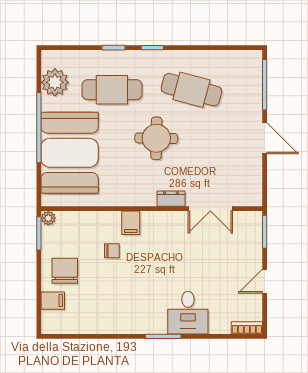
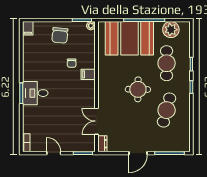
dresser: (171, 199) -> (102, 144), moved
chair: (65, 271) -> (60, 35), turned 95
filing cabinet: (53, 301) -> (28, 28), moved
desk: (188, 313) -> (35, 93), moved

